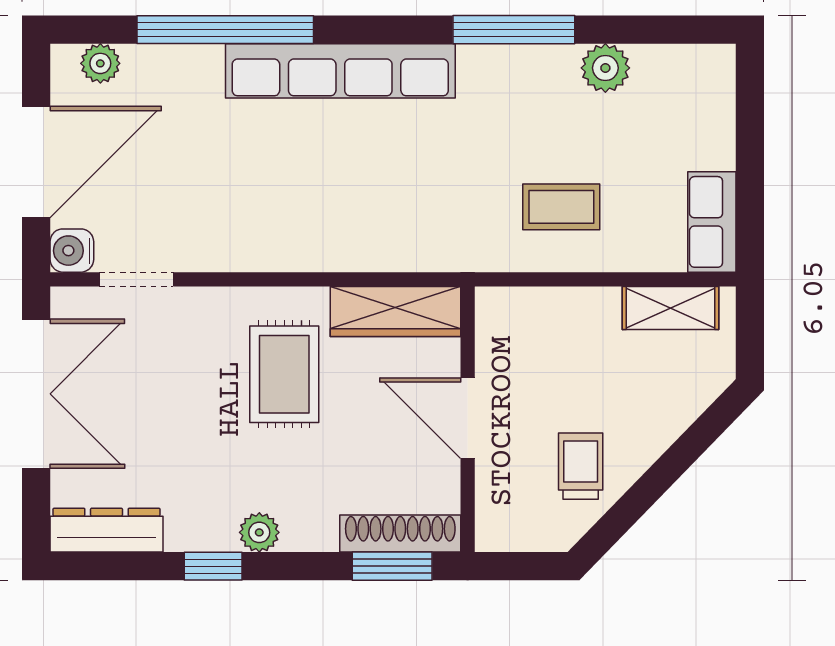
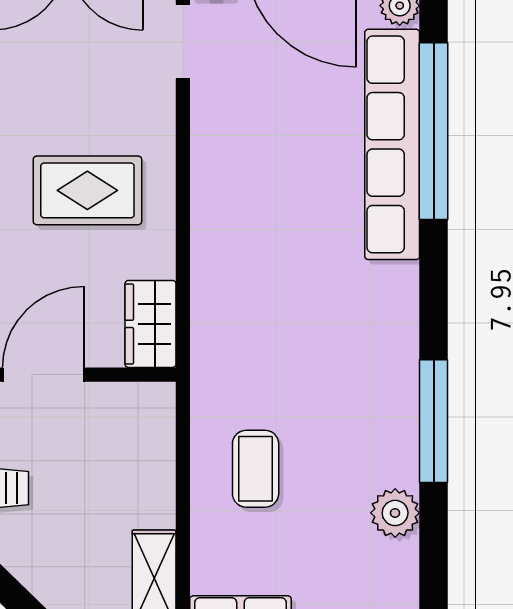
row of seats: (340, 71) -> (392, 144), moved
wardrobe: (396, 311) -> (150, 324), width x0.67

